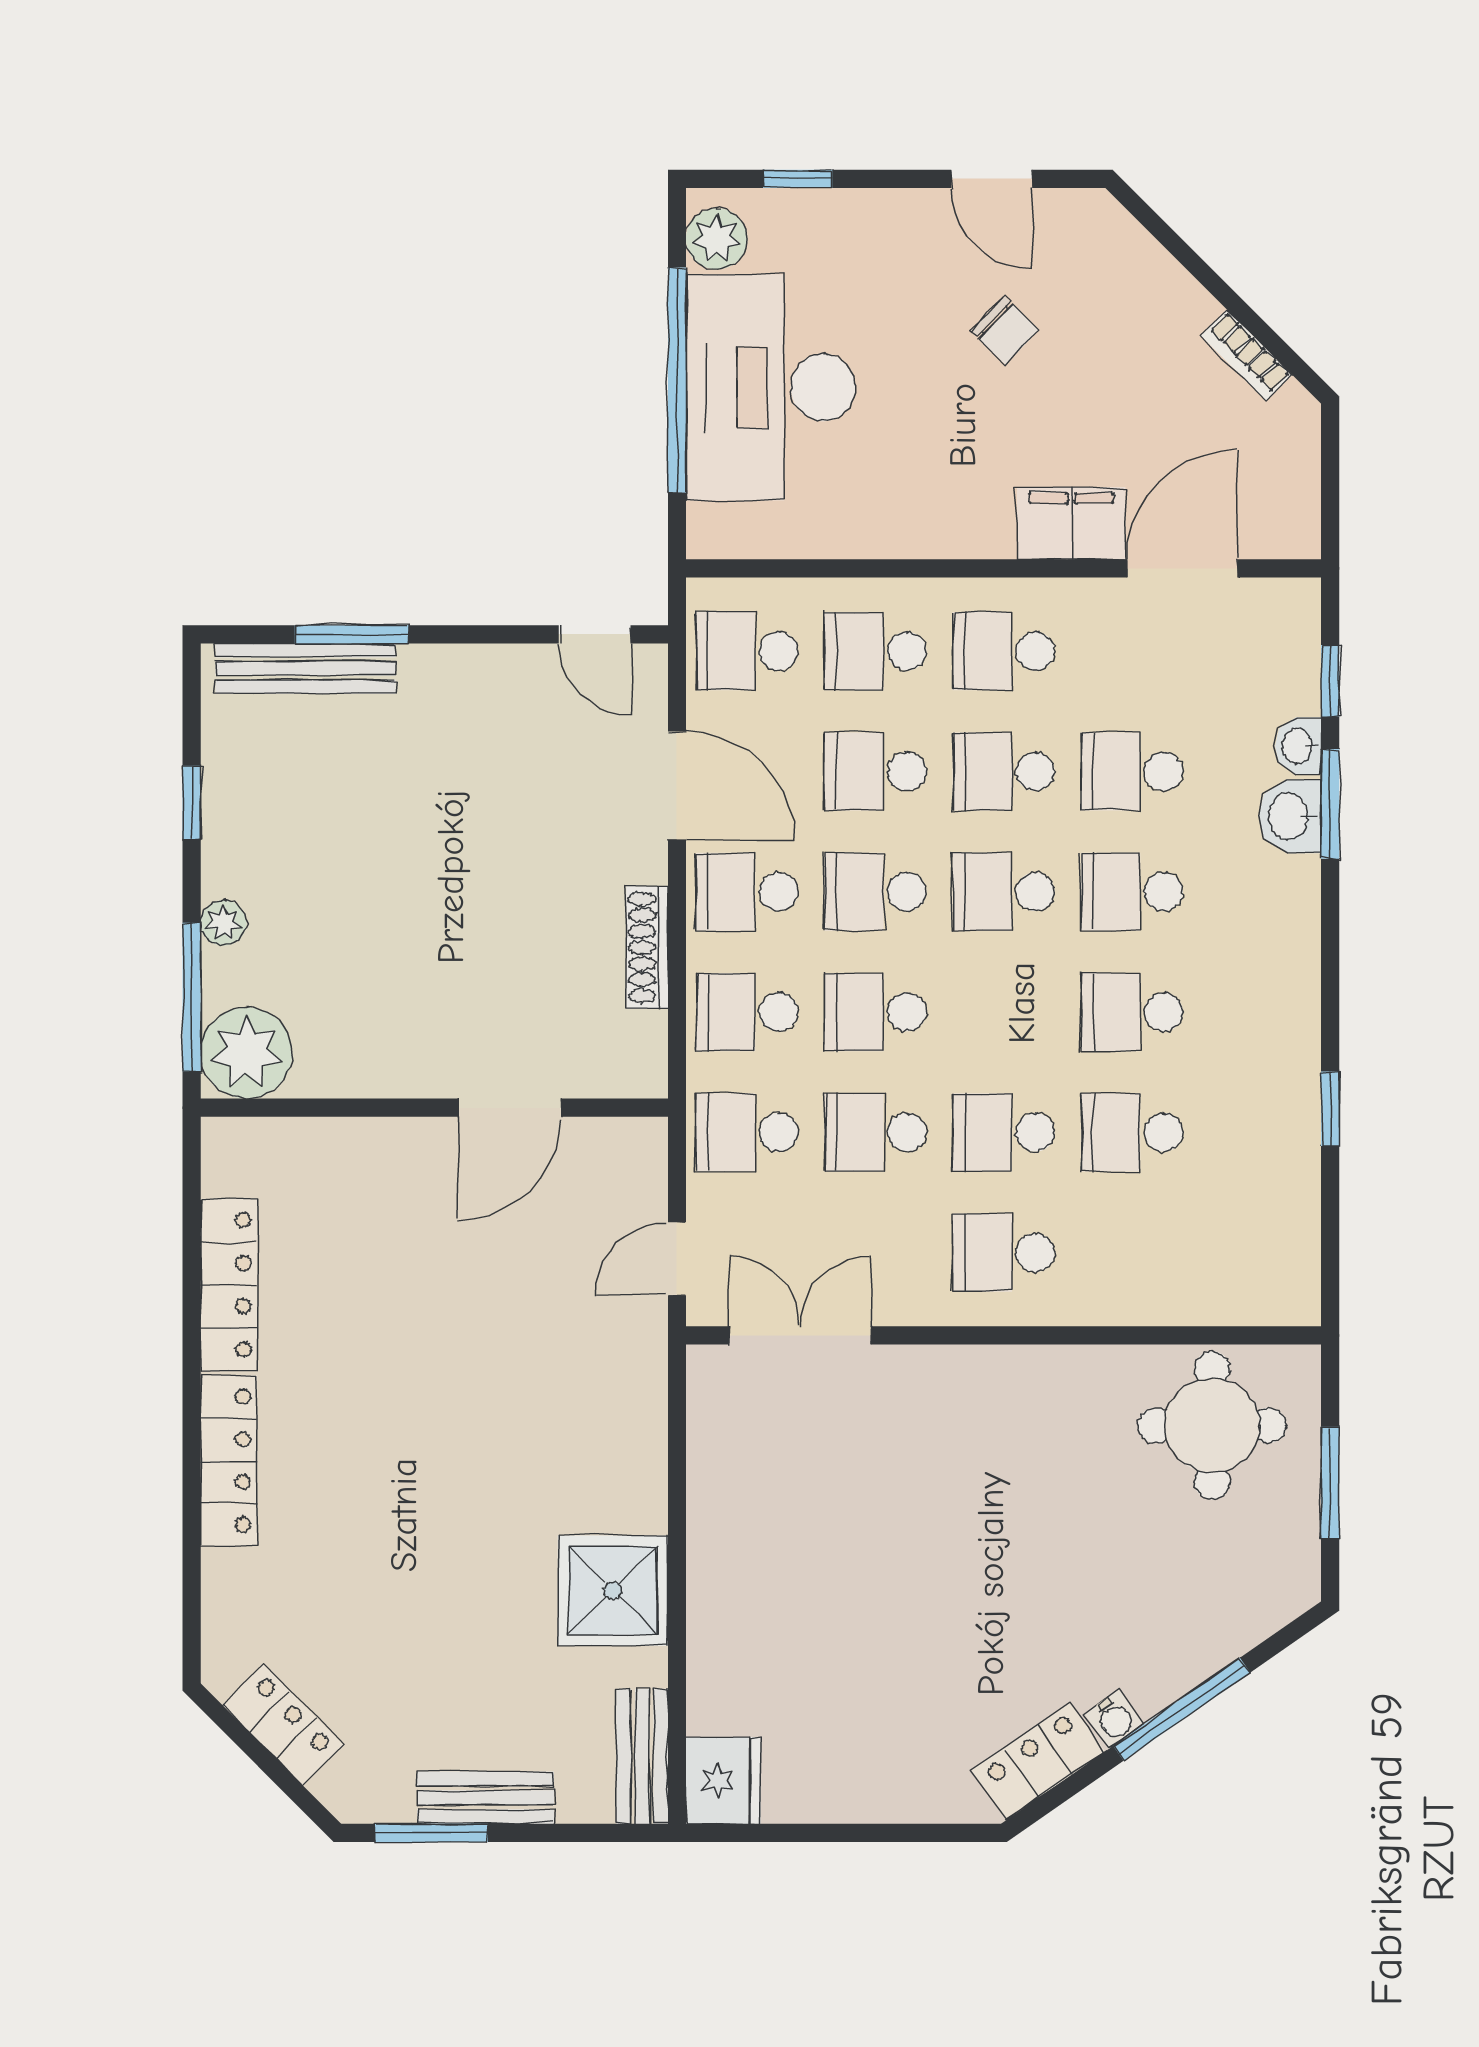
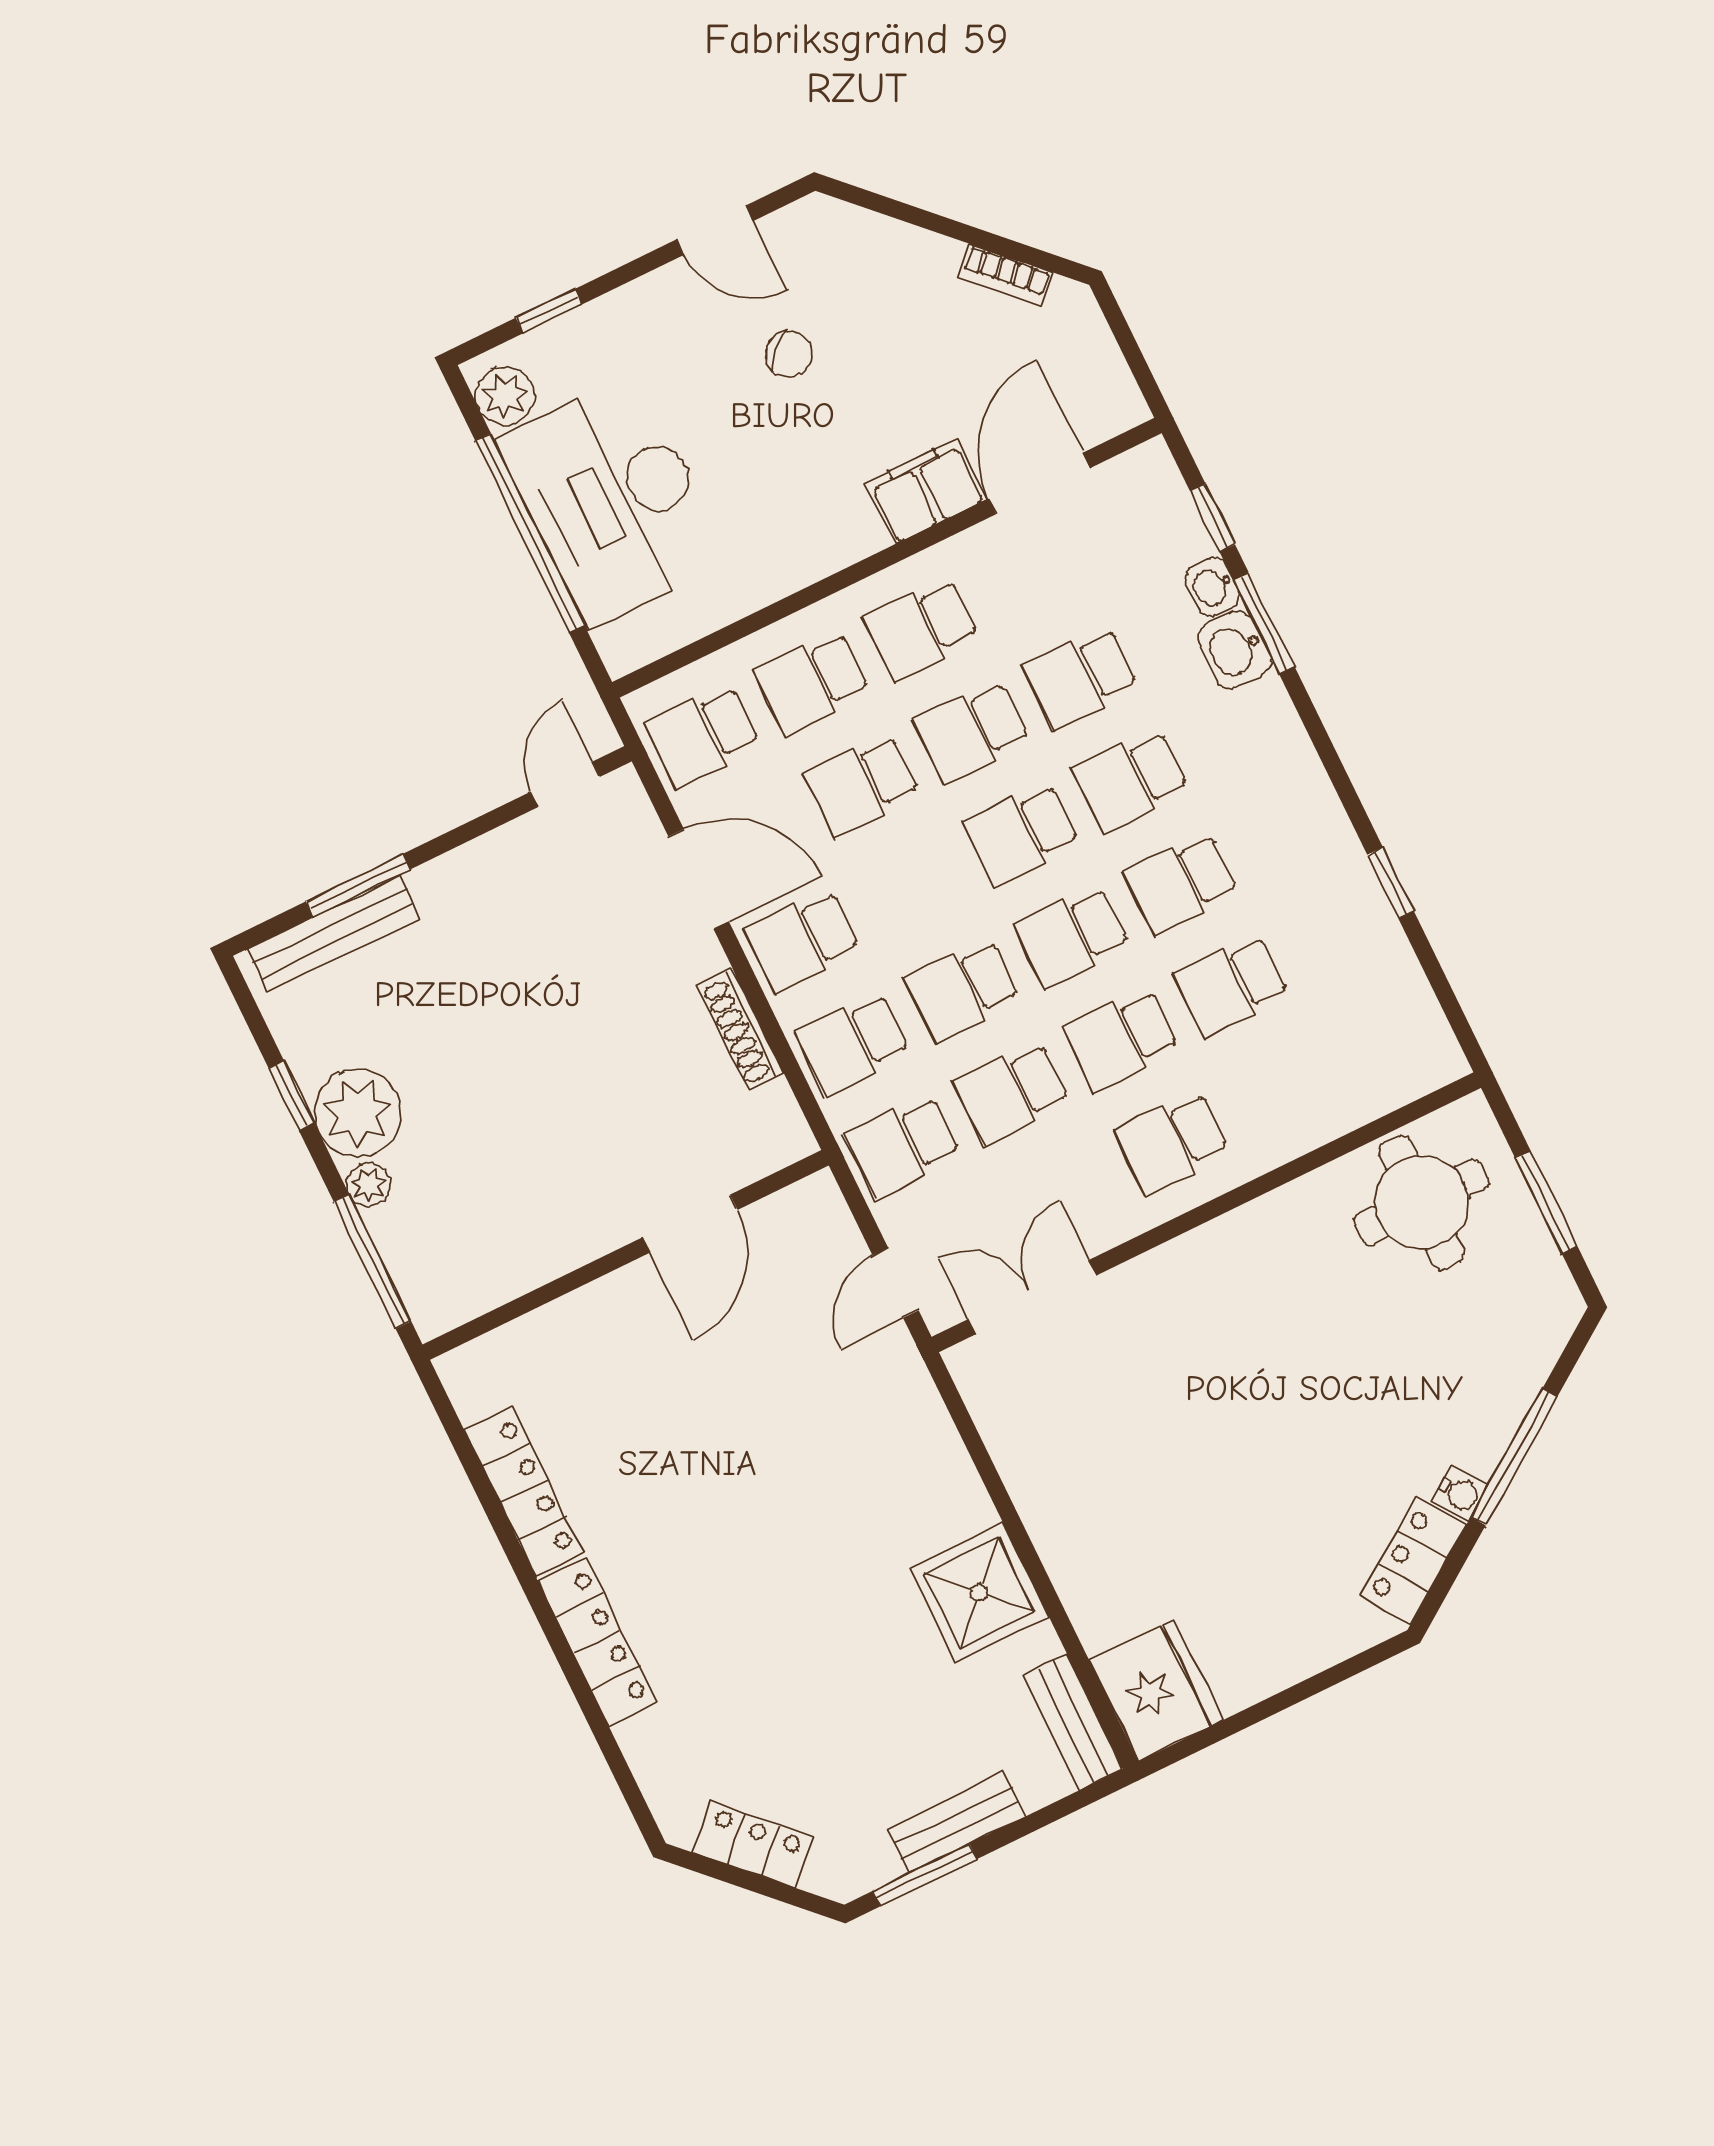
door: (595, 634) -> (565, 784), swing flipped
school desk: (875, 892) -> (1072, 936), moved
plant: (246, 1053) -> (358, 1113), moved
fridge: (723, 1781) -> (1157, 1690), width x1.36, depth x1.34

